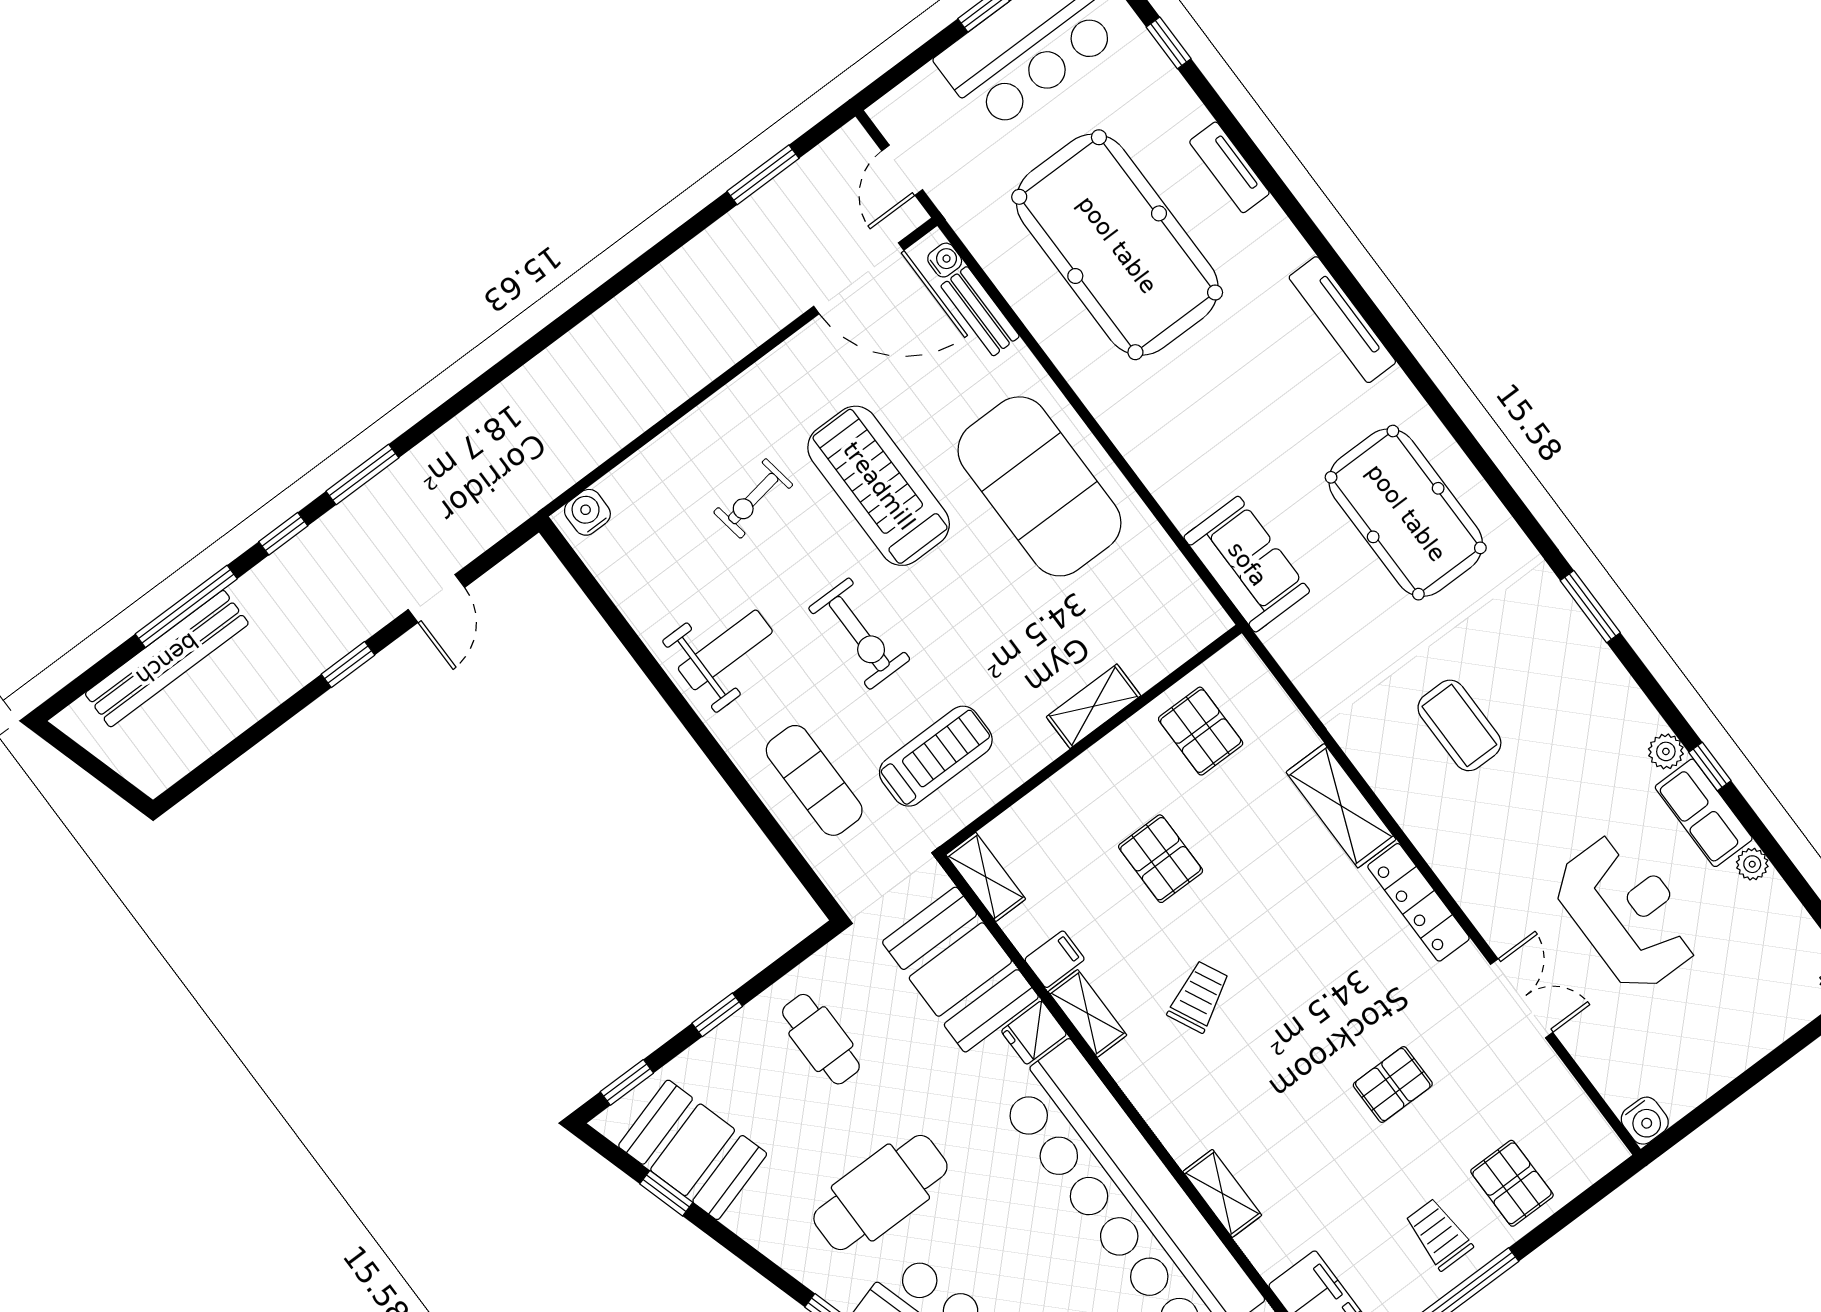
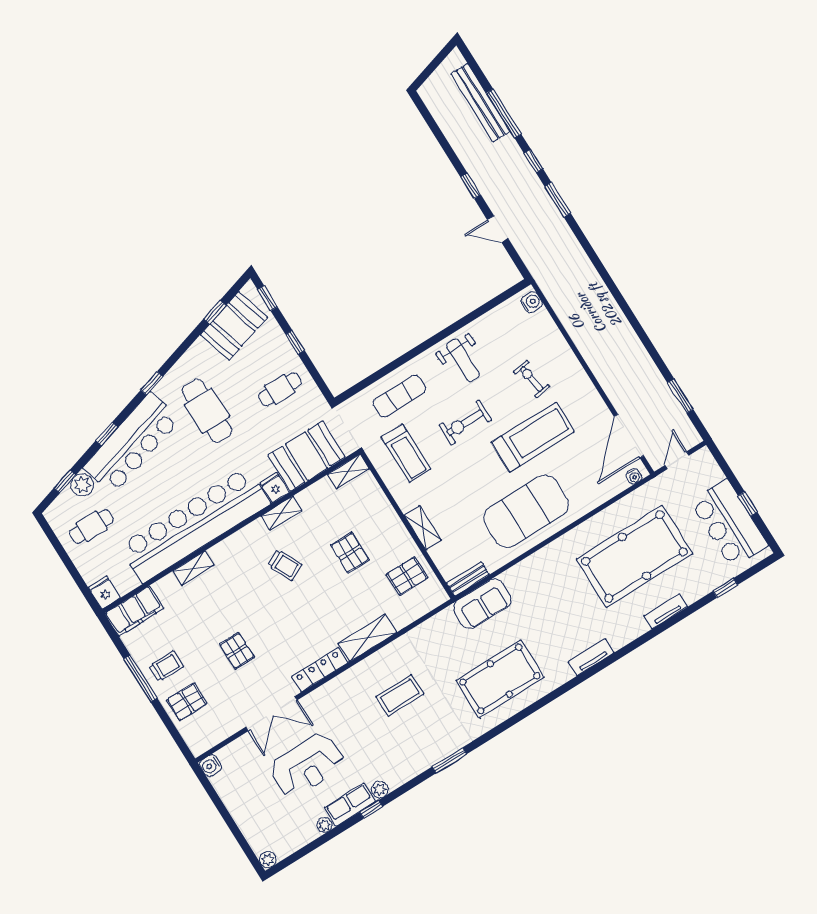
door: (902, 170) -> (677, 460), hinge flipped
bench: (980, 311) -> (468, 579), moved
tv unit: (1342, 320) -> (591, 657), width x0.71
pallet: (1161, 859) -> (350, 553), turned 90
filing cabinet: (1055, 959) -> (308, 500), removed
double door: (1522, 998) -> (272, 714), width x1.37

